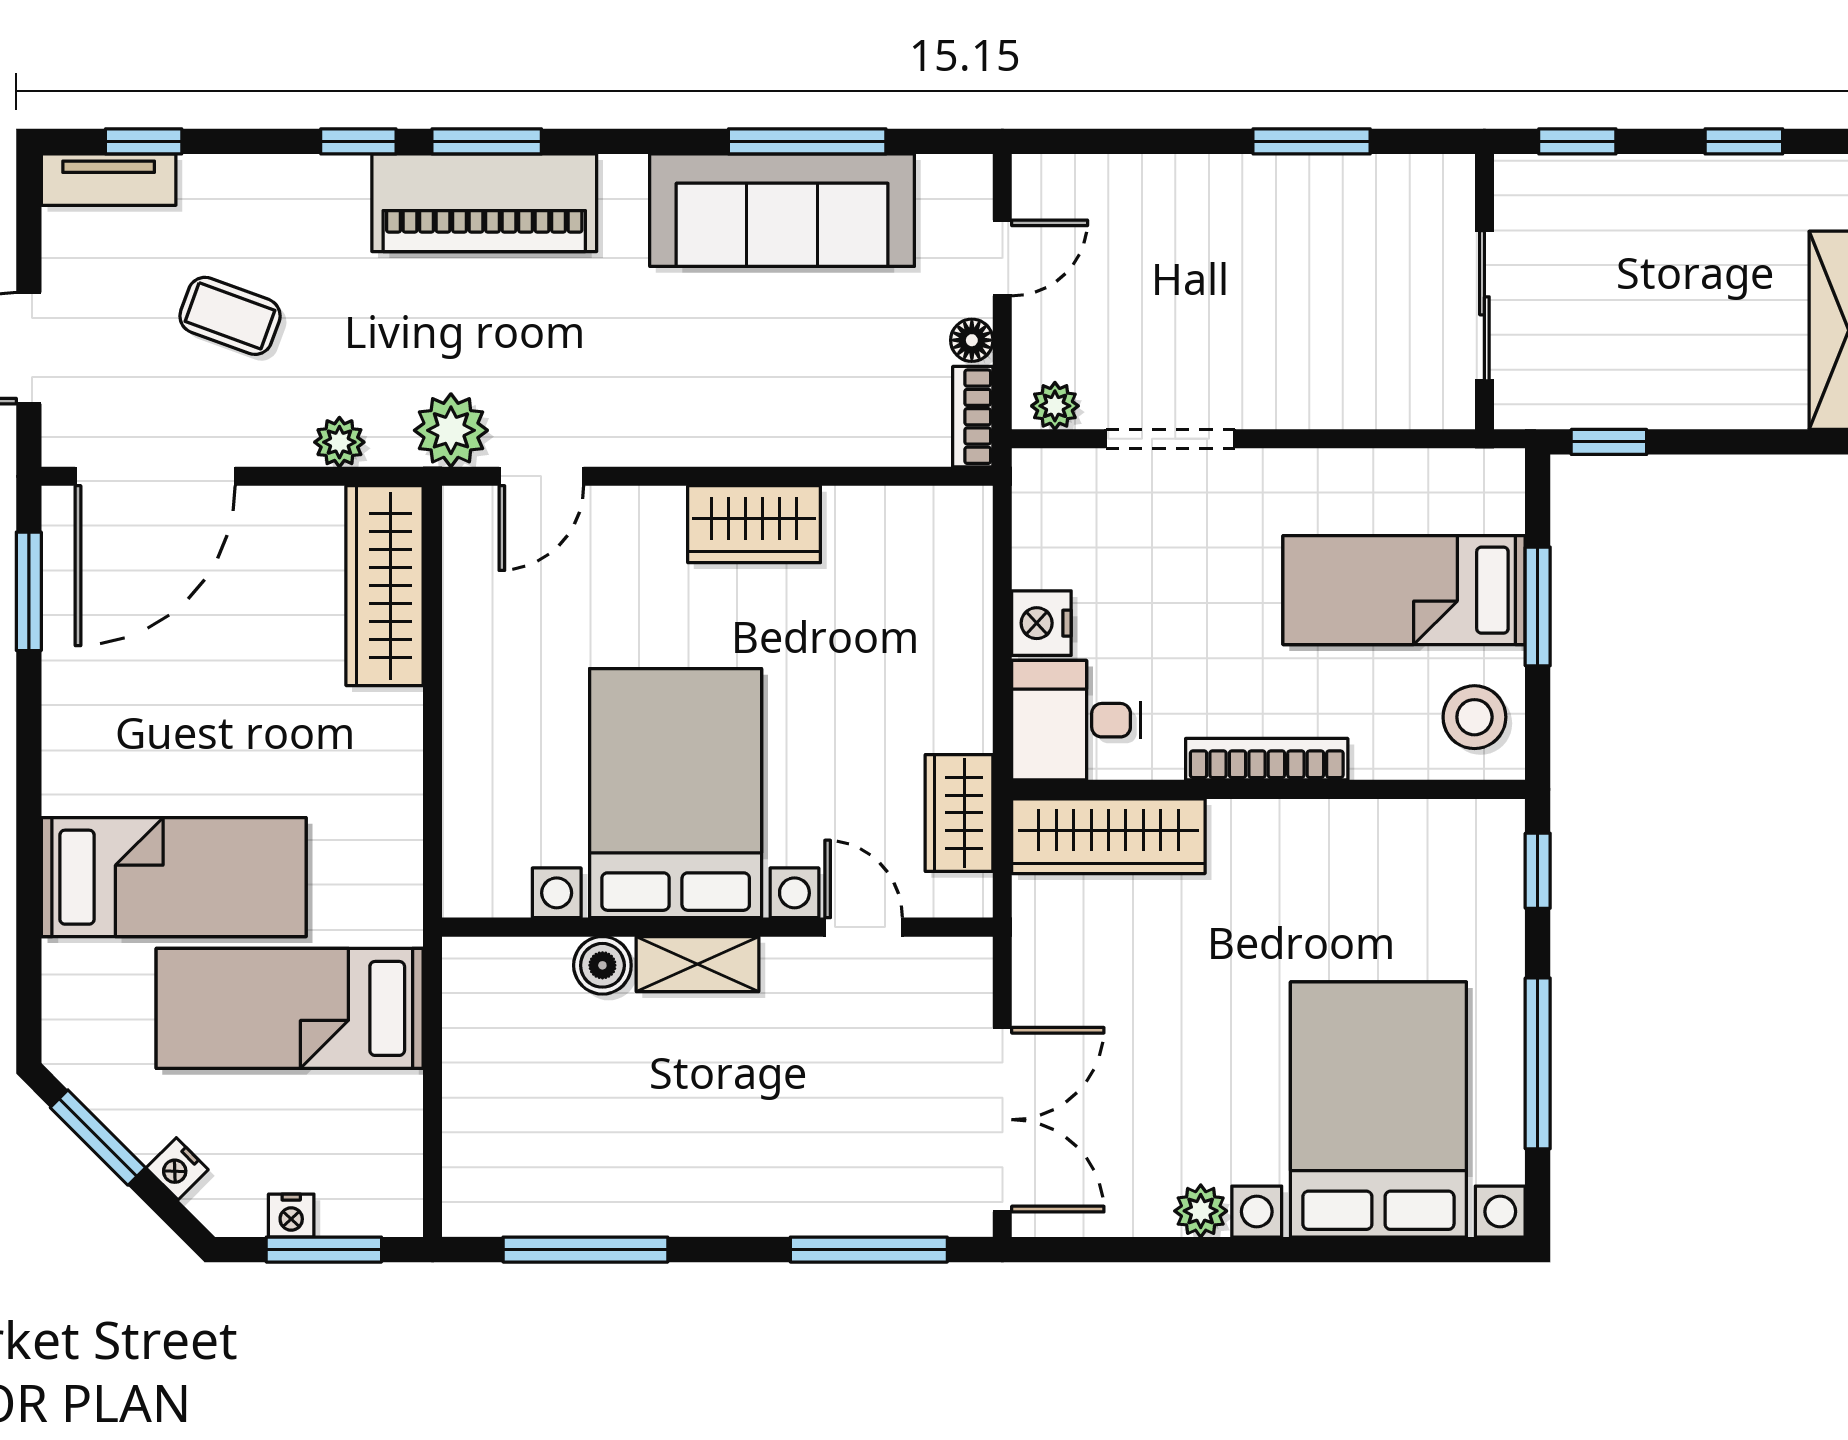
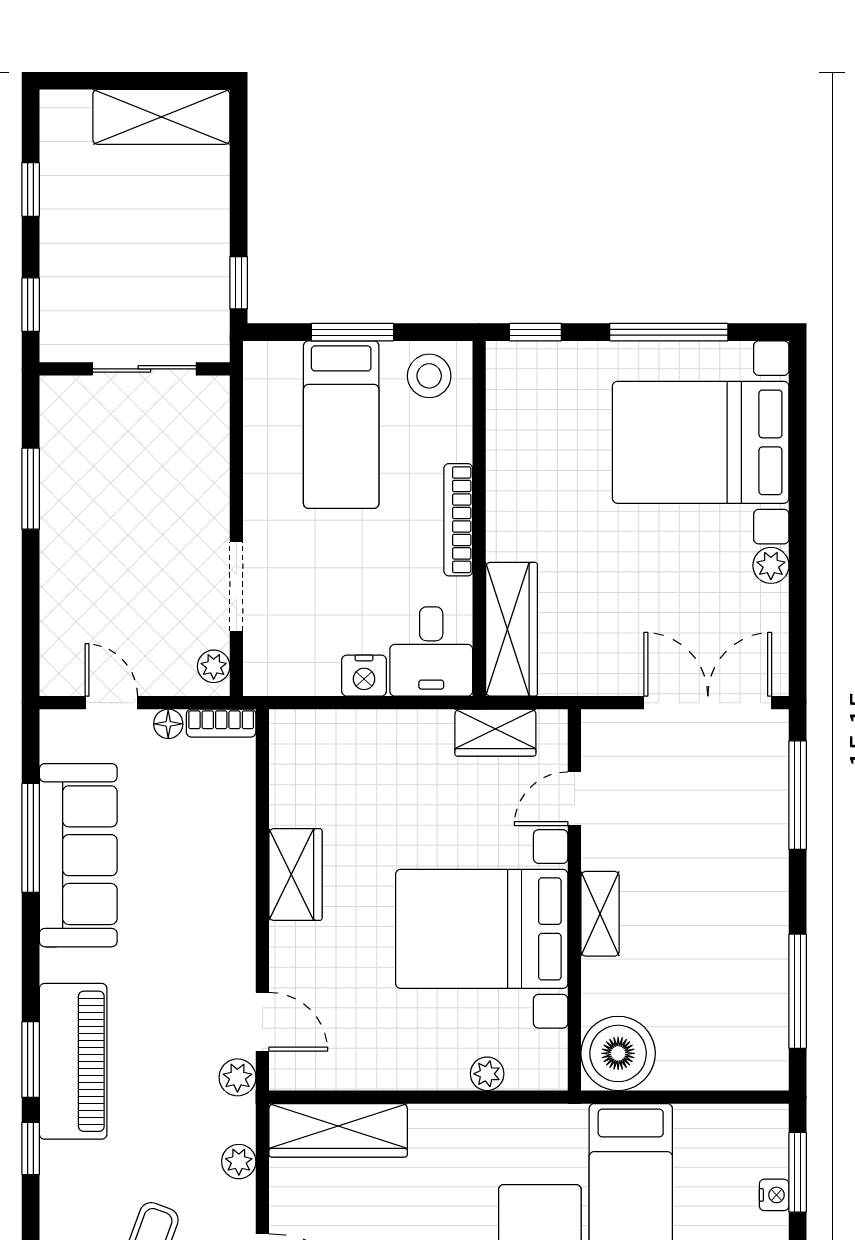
plant: (451, 430) -> (237, 1077), width x0.73, depth x0.73
plant: (466, 801) -> (487, 1074), added
boiler: (602, 965) -> (618, 1053), moved, width x1.86, depth x1.86

